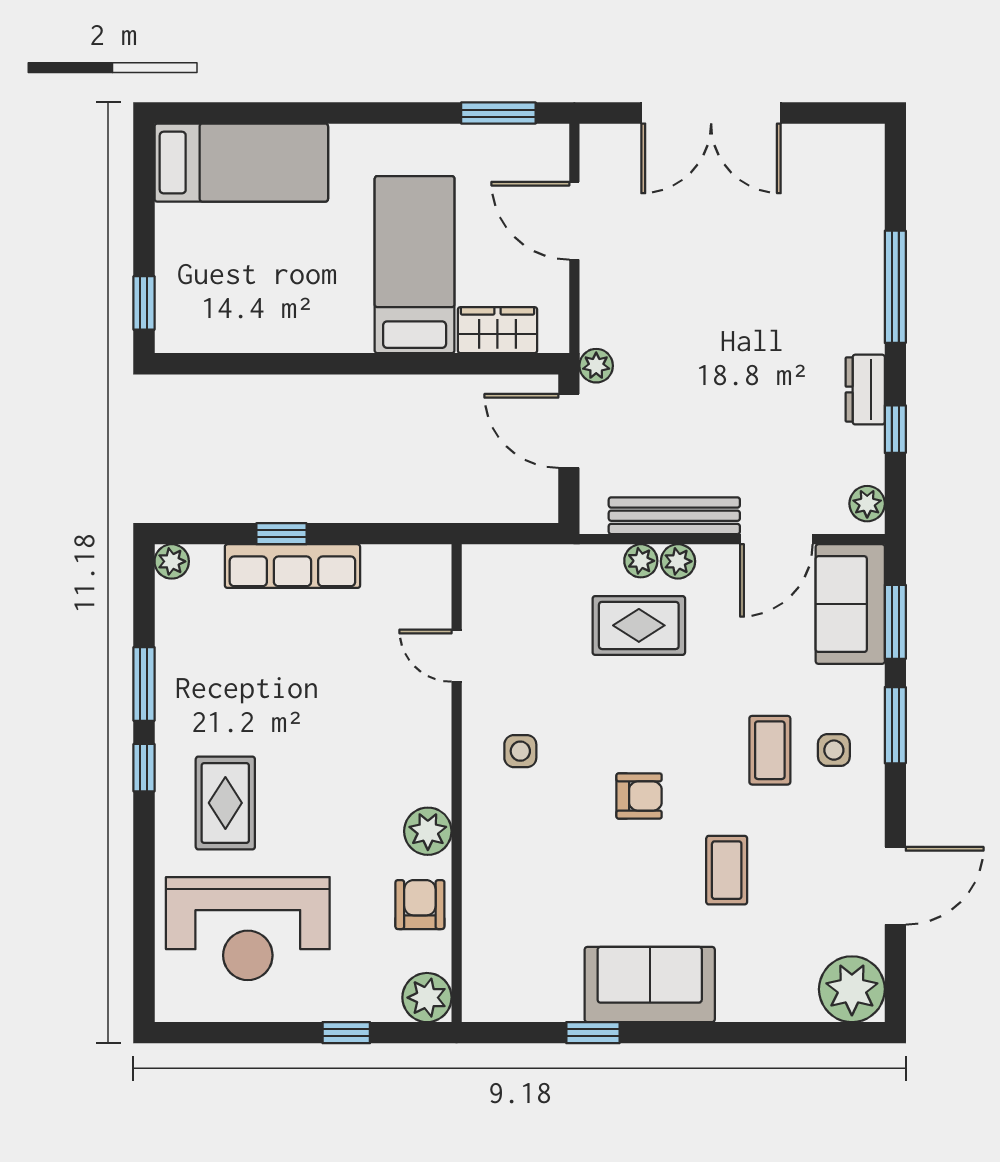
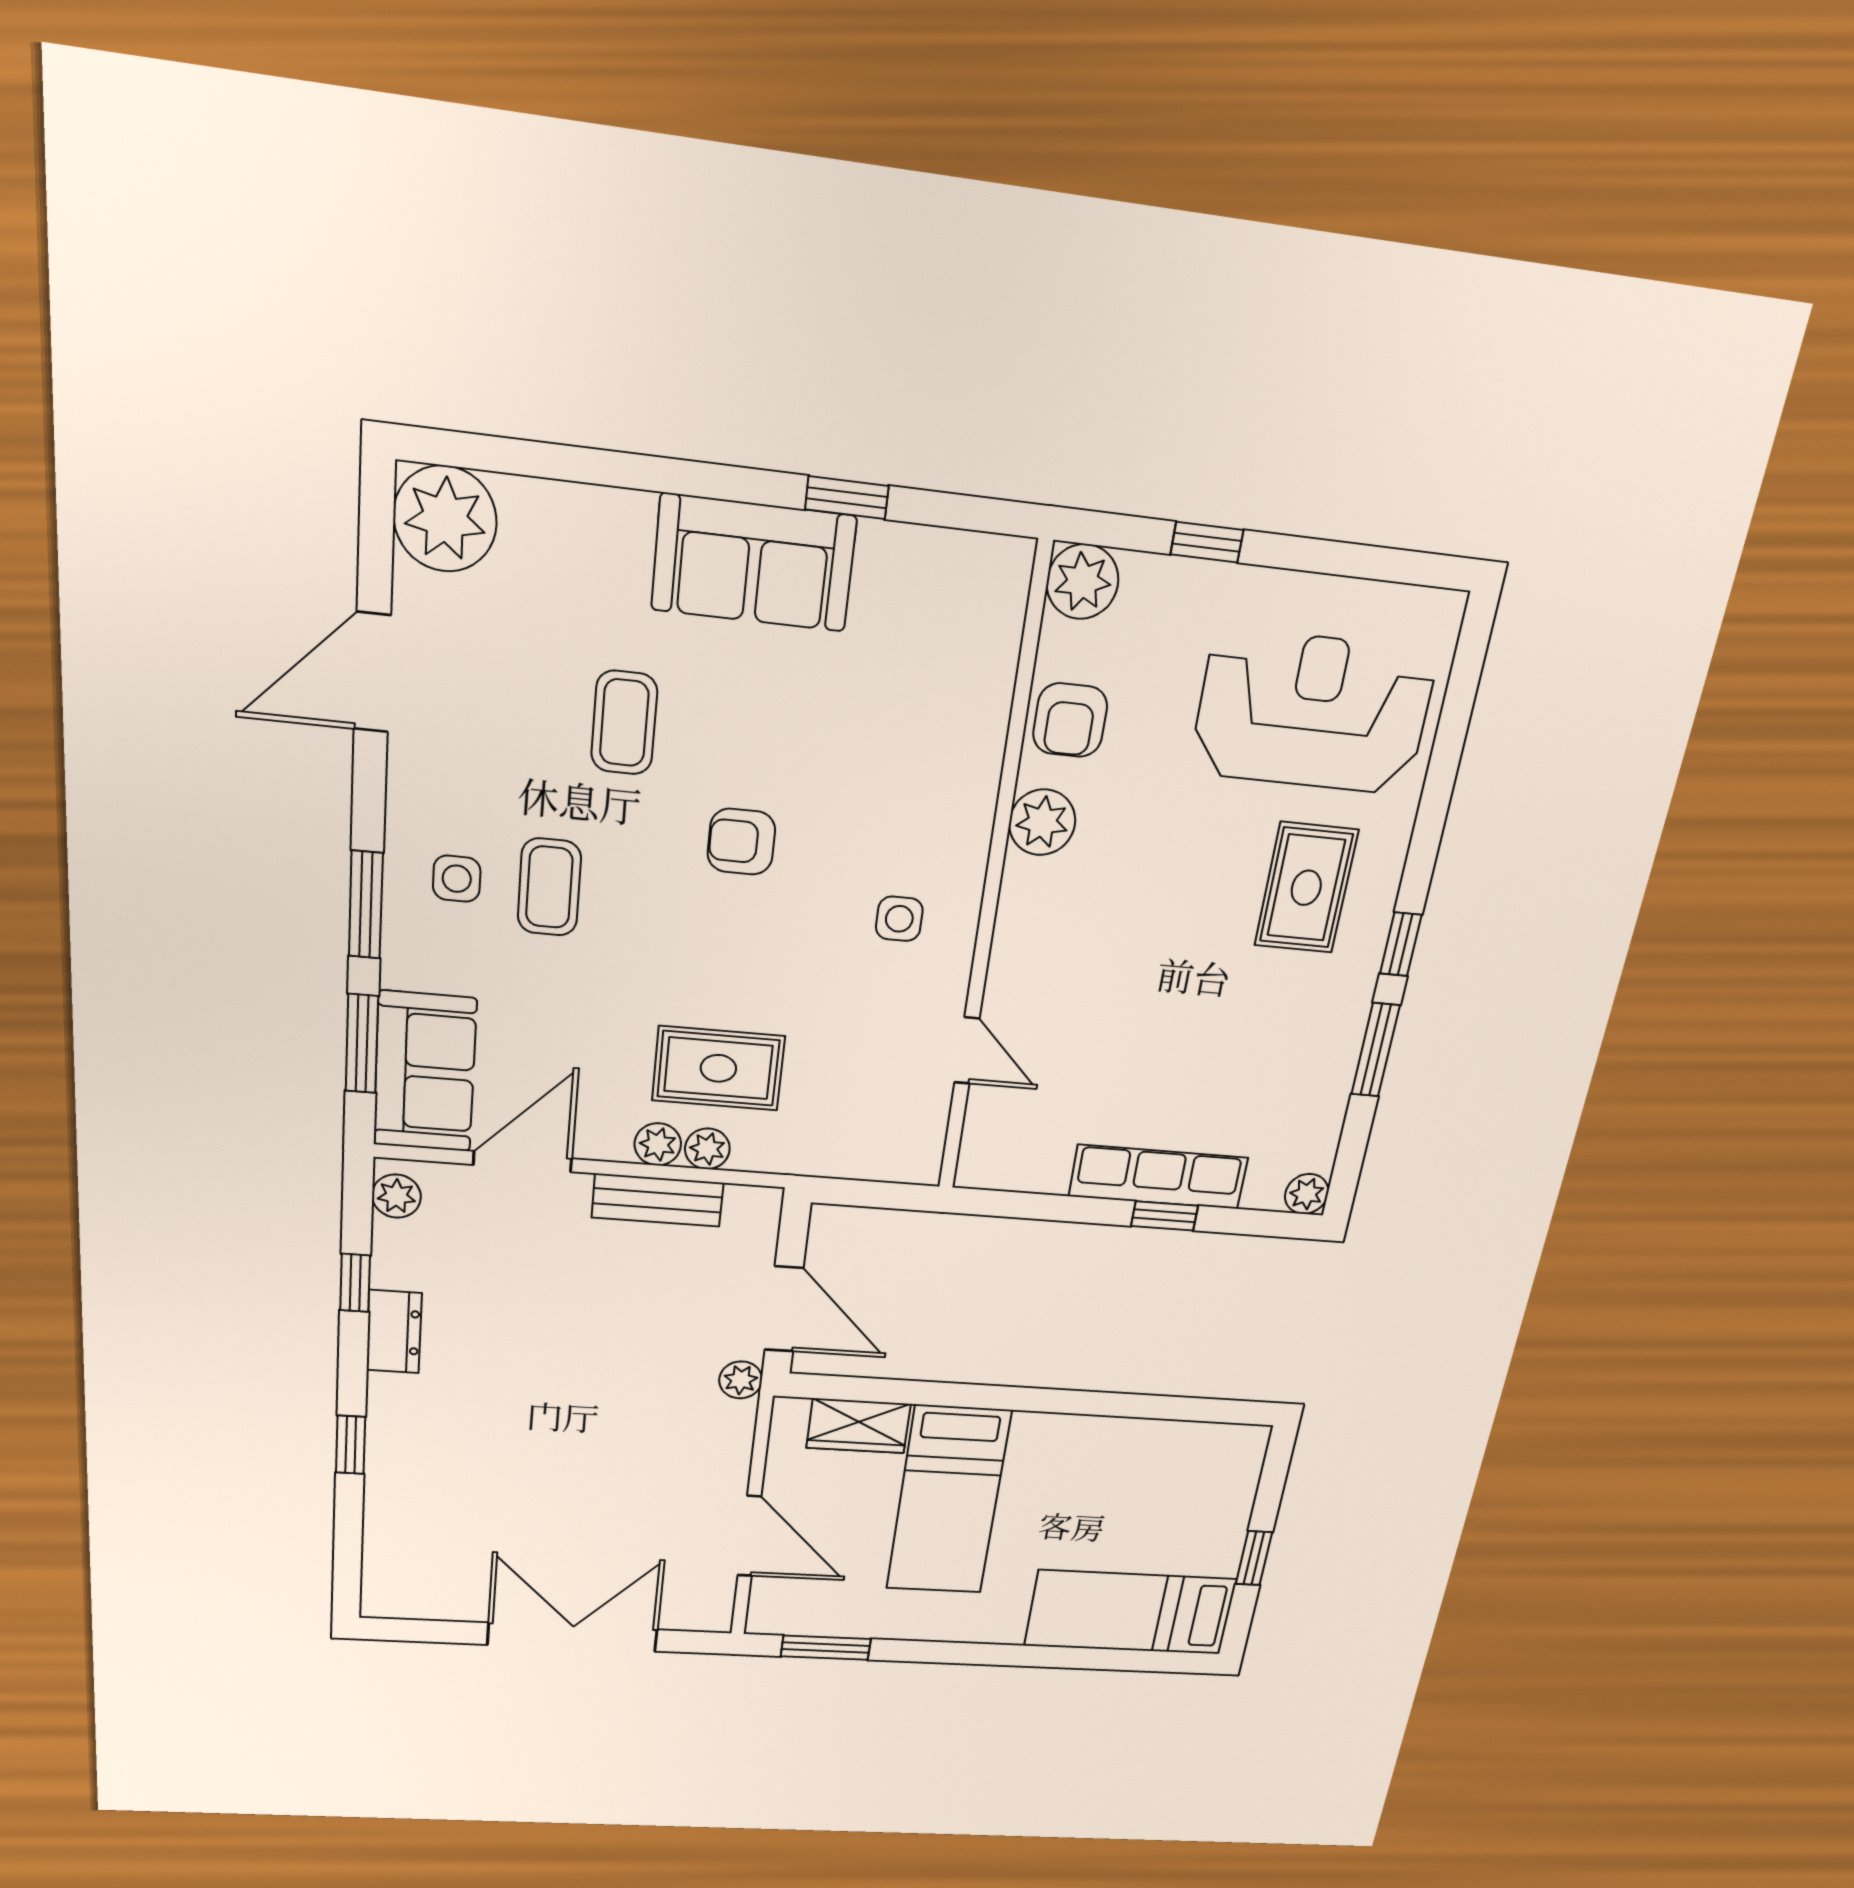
window: (895, 287) -> (351, 1445), width x0.46
window: (144, 303) -> (1254, 1558), moved
bench: (674, 516) -> (658, 1200), width x0.73

